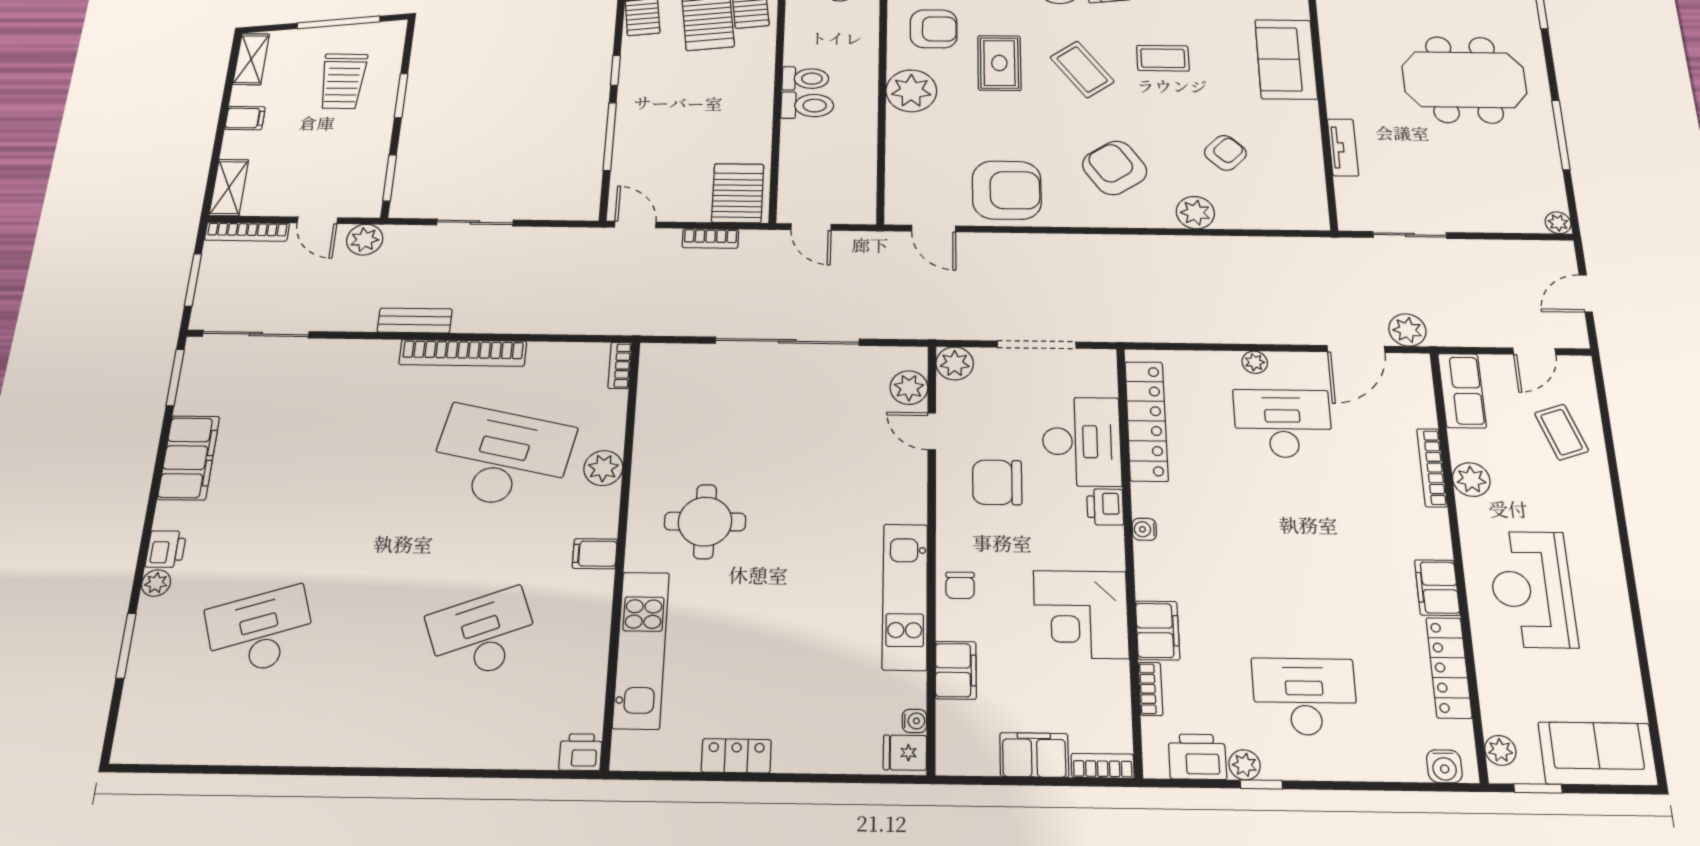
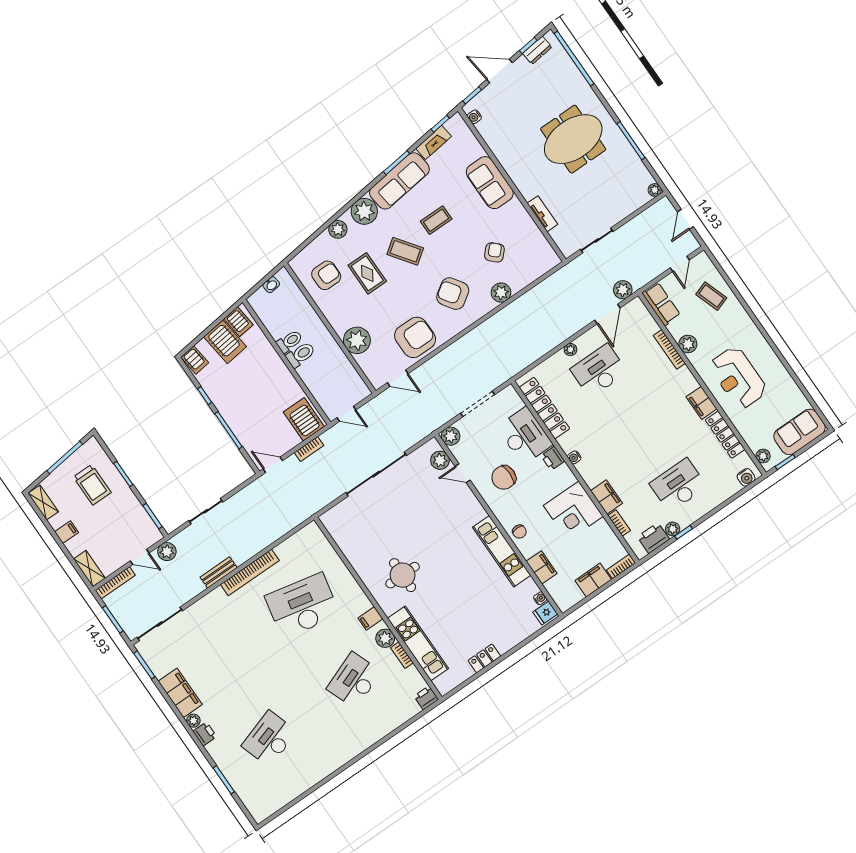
plant: (911, 91) -> (357, 340), moved
bookcase: (620, 365) -> (402, 655), moved
plant: (603, 468) -> (385, 638), moved
plant: (156, 583) -> (193, 721), moved

